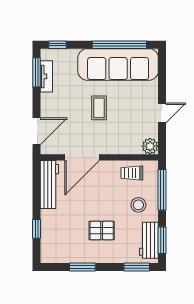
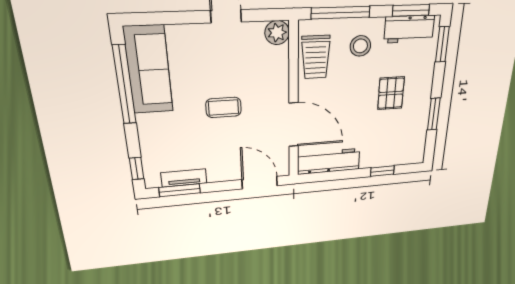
sofa: (118, 64) -> (149, 70), width x0.74, depth x0.79
trolley: (132, 173) -> (316, 57), width x1.36, depth x1.39

